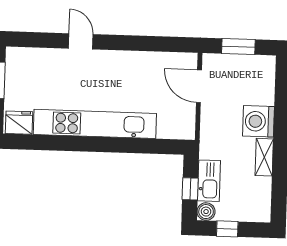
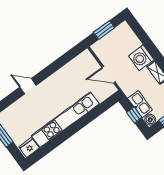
door: (199, 86) -> (109, 75), moved

